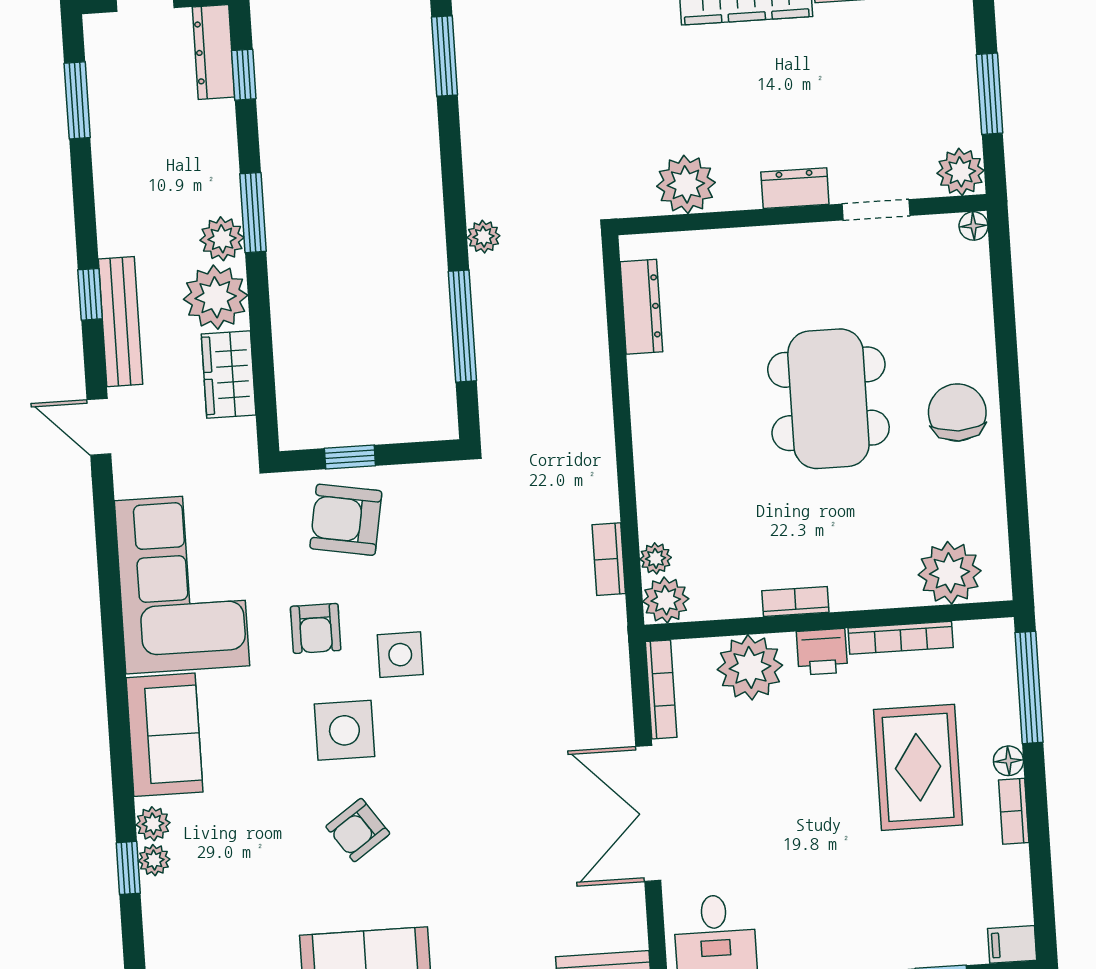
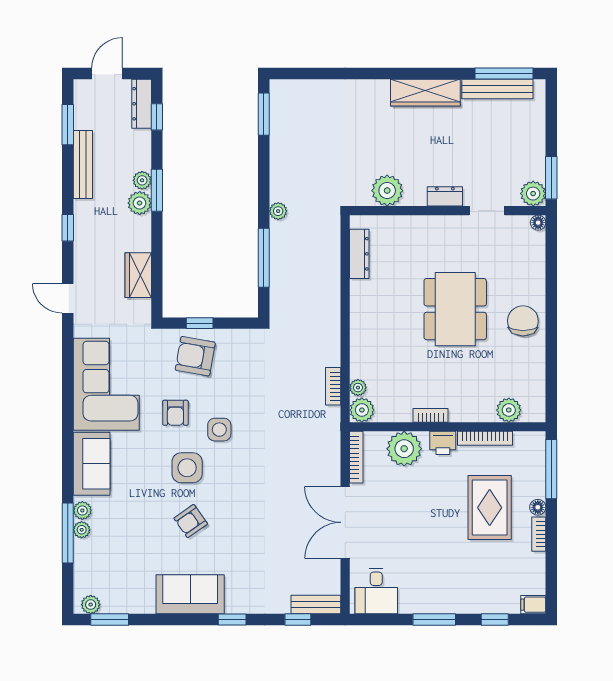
window: (990, 94) -> (551, 178), moved
plant: (216, 297) -> (142, 180), moved, width x0.53, depth x0.53
bench: (120, 322) -> (83, 165), moved
plant: (950, 573) -> (509, 410), width x0.73, depth x0.73
window: (128, 868) -> (68, 533), width x2.17

